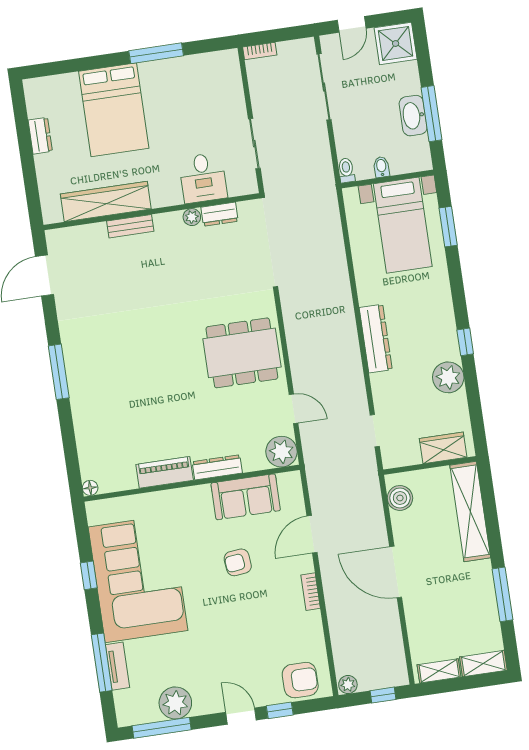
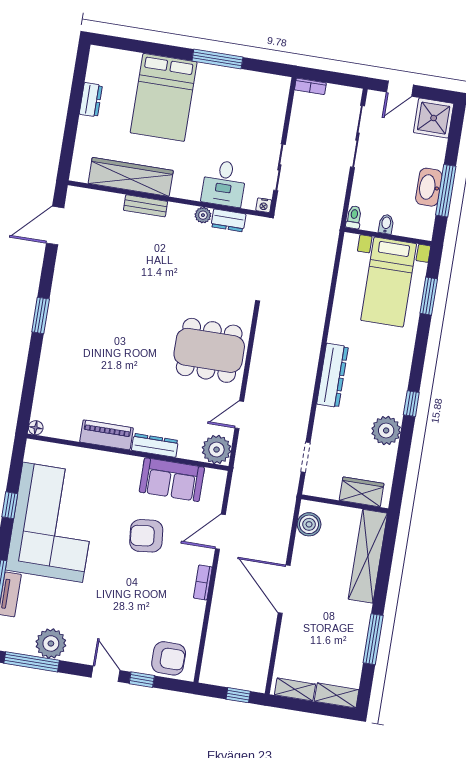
nightstand: (251, 187) -> (264, 205), added
window: (59, 372) -> (41, 315), width x0.69
door: (293, 409) -> (239, 415), swing flipped
armchair: (238, 562) -> (146, 536), width x1.38, depth x1.38
plant: (348, 685) -> (210, 676), removed

